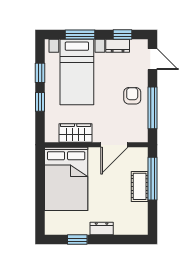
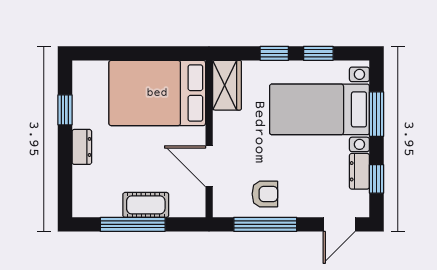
armchair: (132, 96) -> (265, 194), moved
wardrobe: (76, 133) -> (227, 85), moved
window: (153, 179) -> (133, 224), moved

